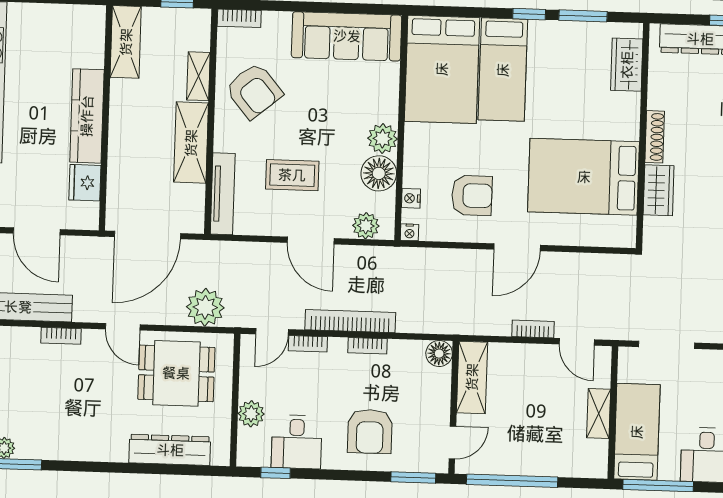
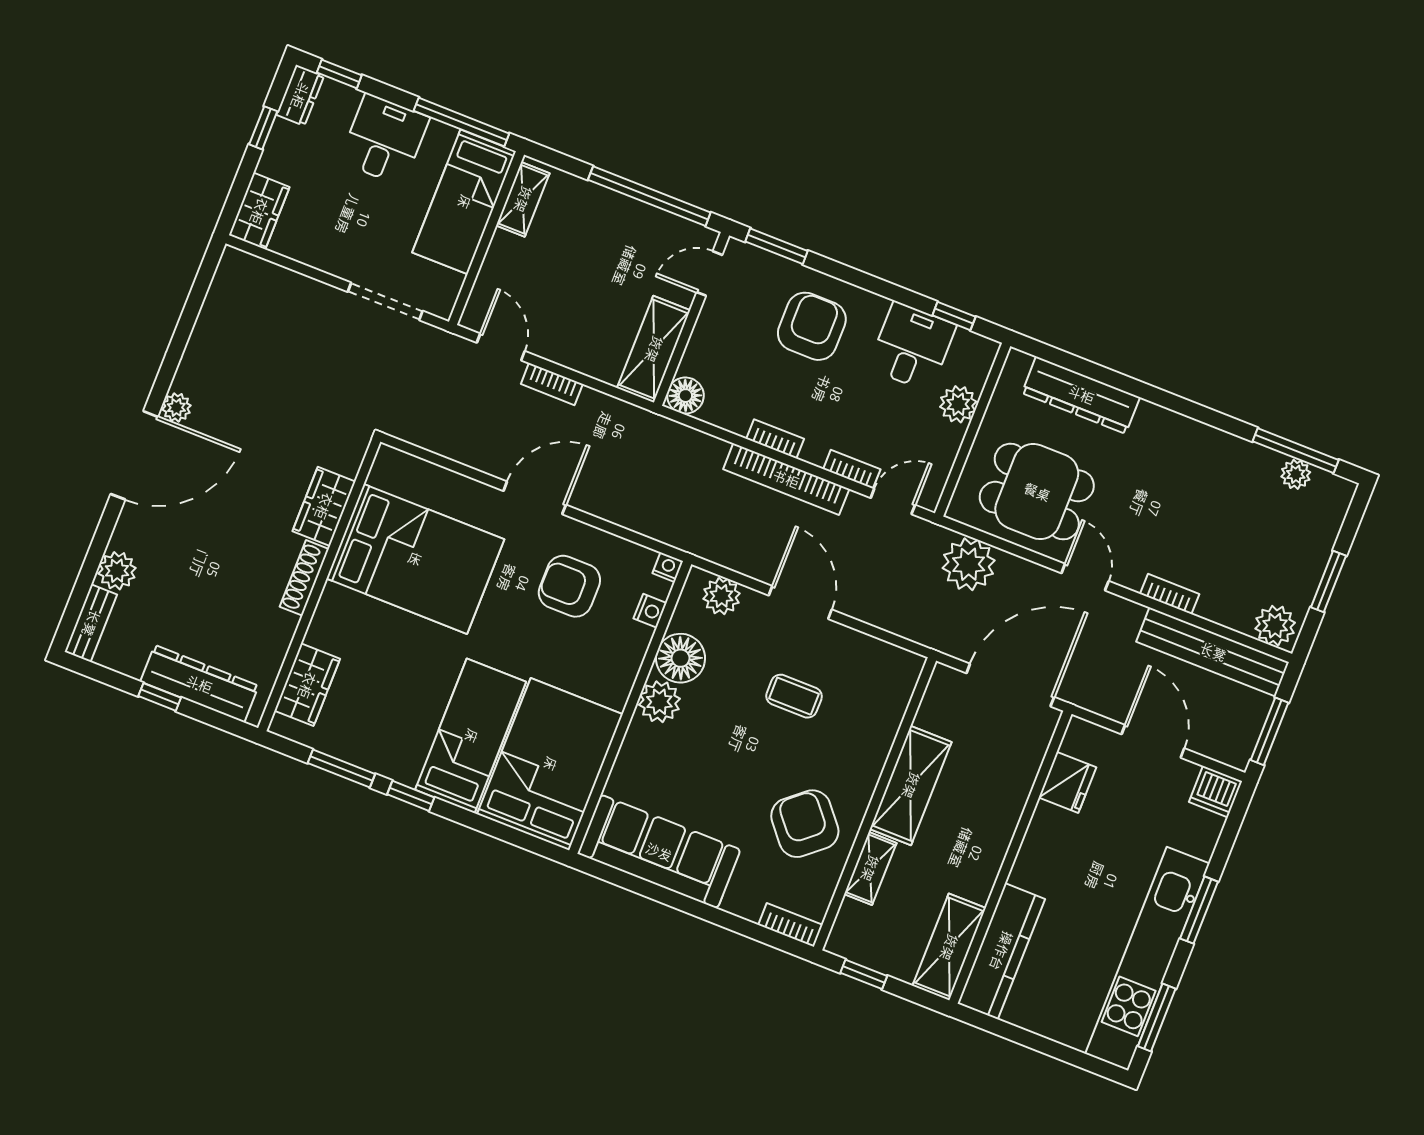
kitchen counter: (87, 116) -> (1001, 951), moved
coffee table: (292, 175) -> (794, 696), width x0.73, depth x0.77
tv unit: (223, 194) -> (893, 704), removed
shelving: (599, 414) -> (523, 199), moved

